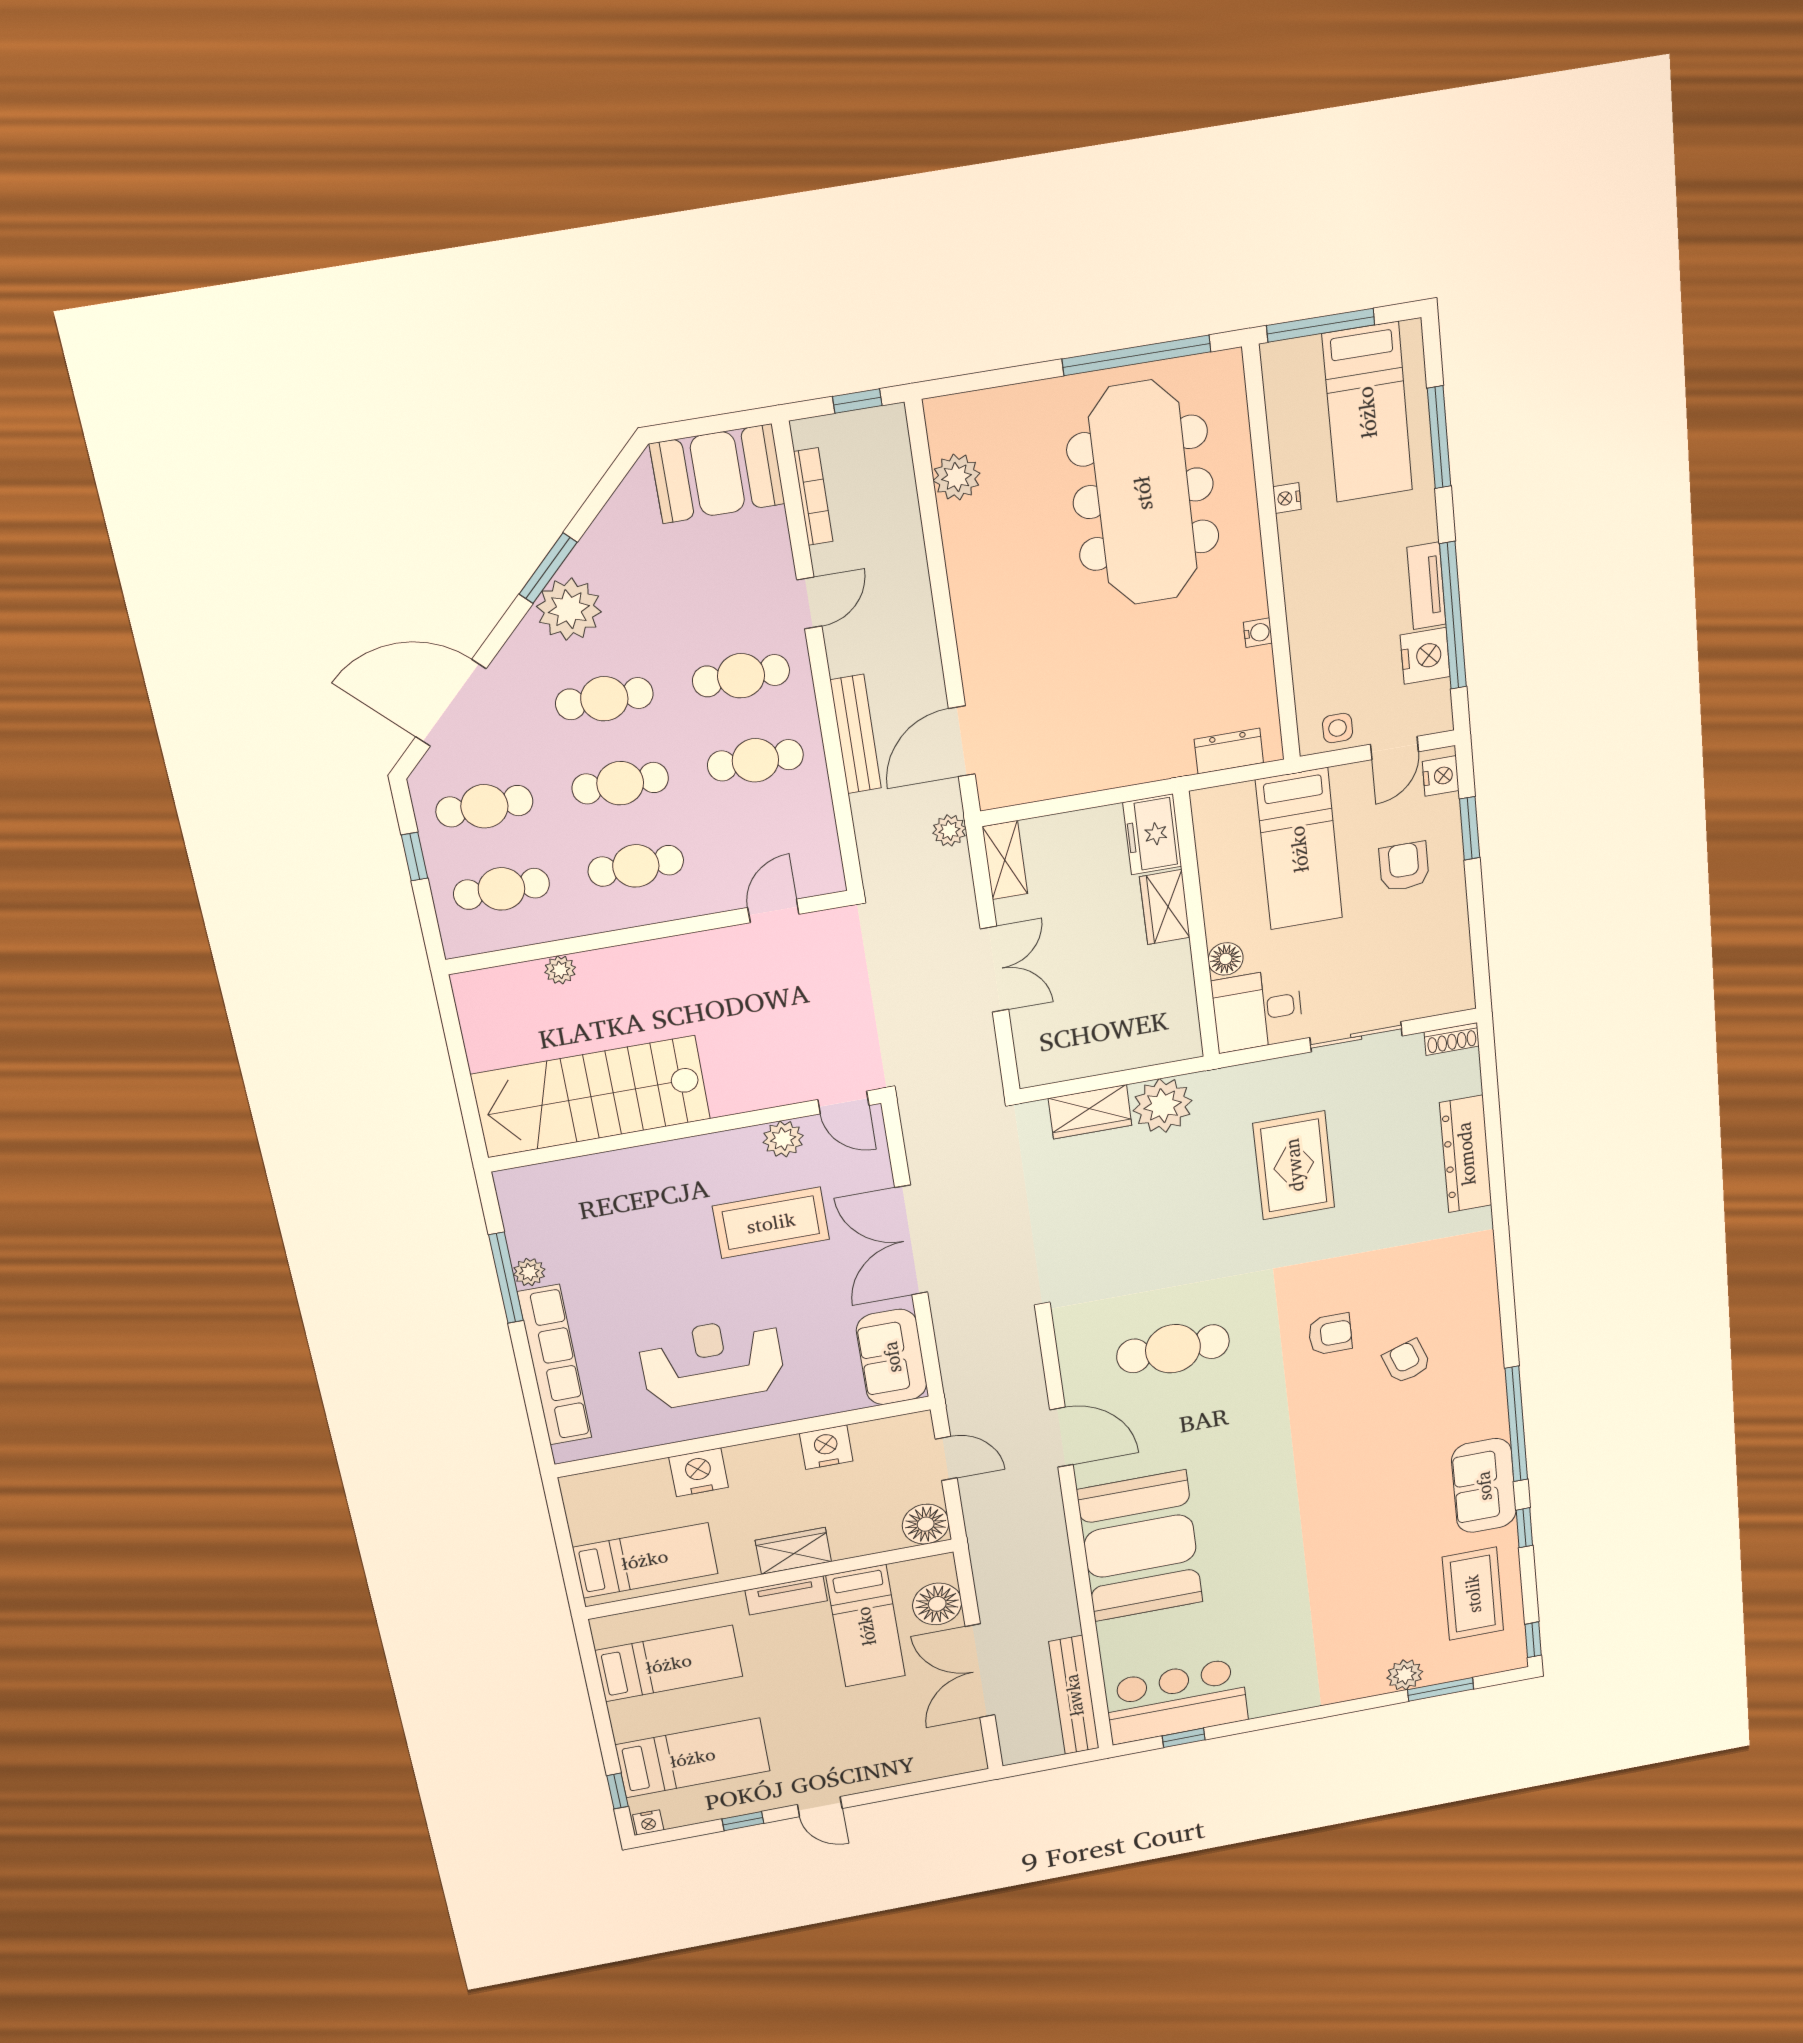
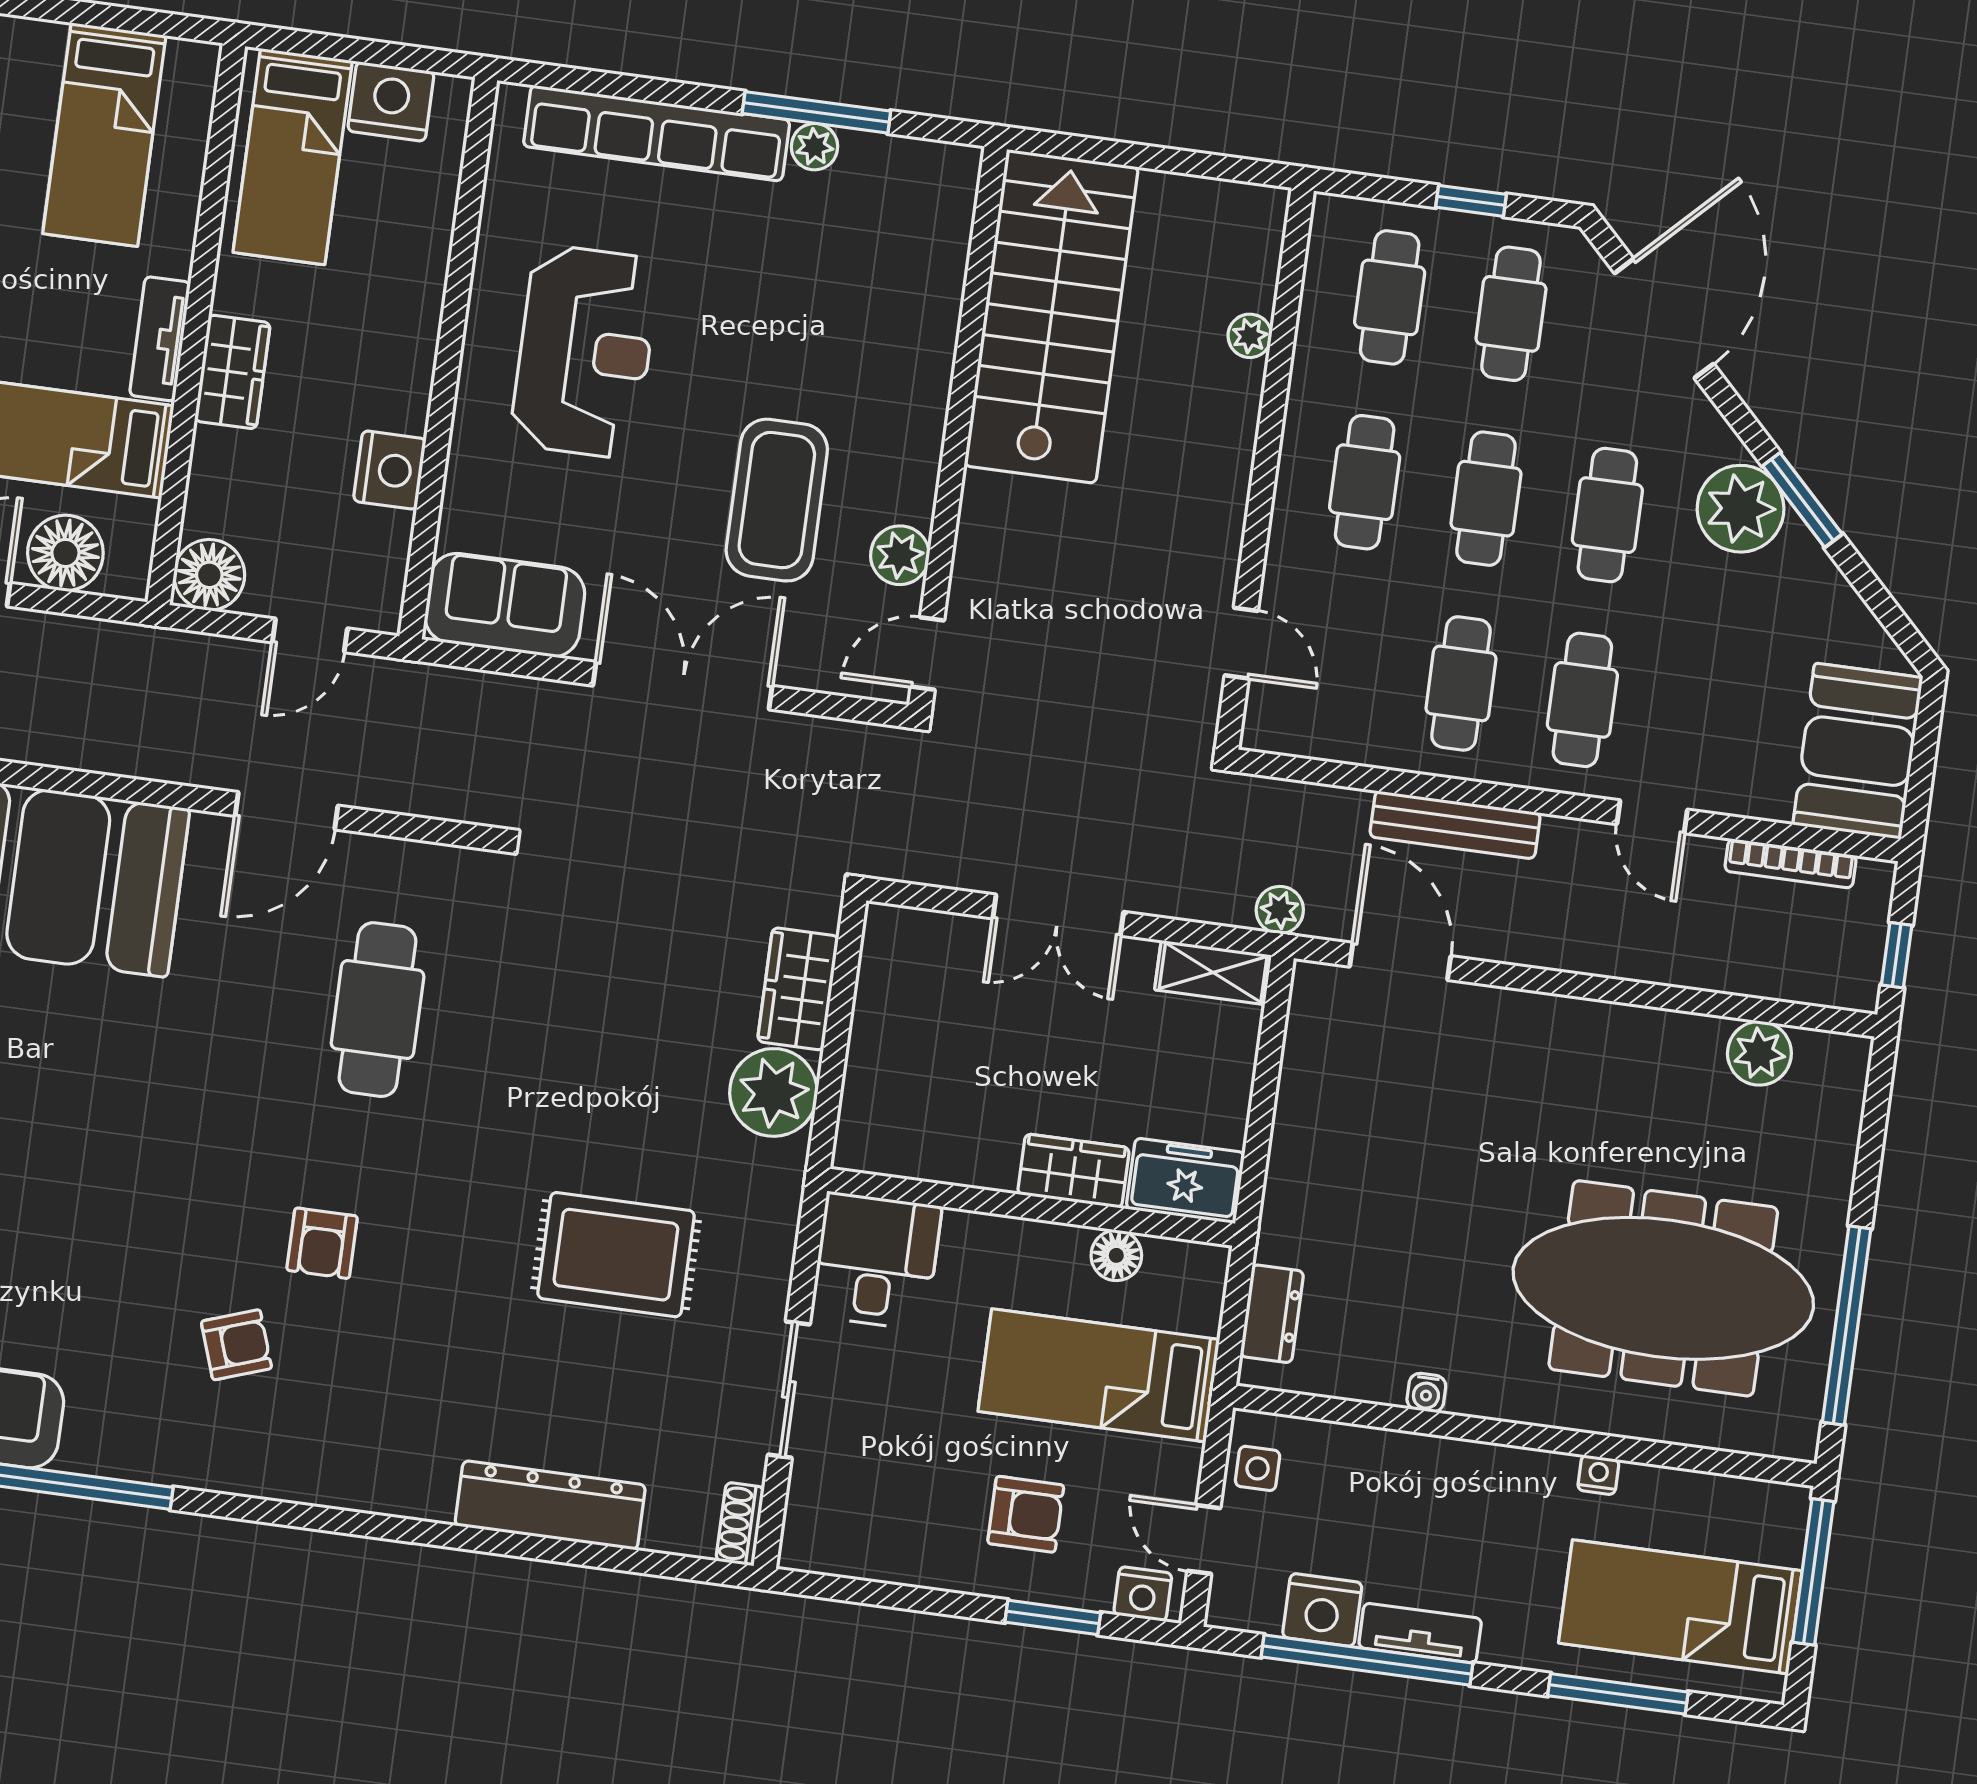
floor lamp: (1226, 959) -> (1116, 1255), moved
nightstand: (699, 1472) -> (391, 101), moved, turned -90

